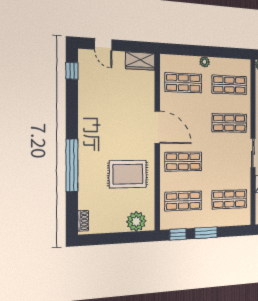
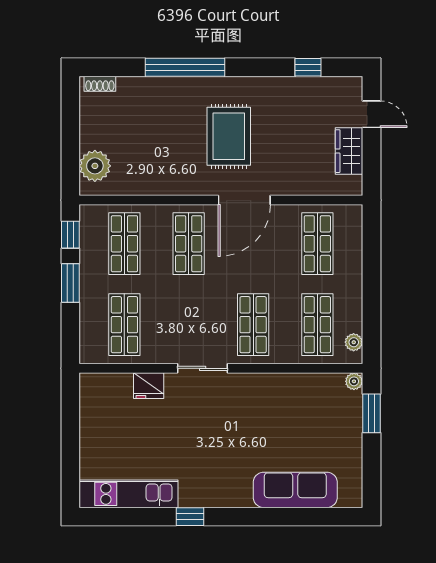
door: (103, 44) -> (371, 114), swing flipped
wardrobe: (140, 61) -> (349, 151), moved
plant: (205, 62) -> (354, 342), moved
window: (72, 71) -> (308, 67), moved
rug: (128, 174) -> (229, 136), moved

